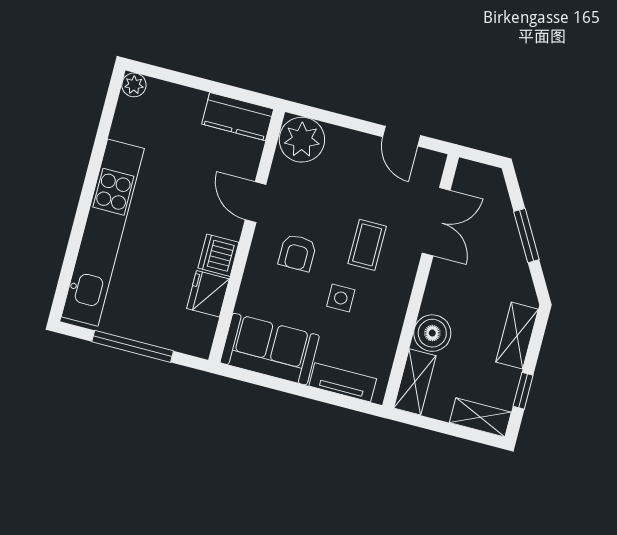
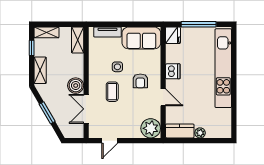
plant: (134, 85) -> (200, 133), moved
door: (402, 136) -> (110, 141), swing flipped
armchair: (297, 253) -> (140, 81), turned 180
fridge: (208, 294) -> (173, 35), moved
boiler: (432, 333) -> (76, 86), moved

